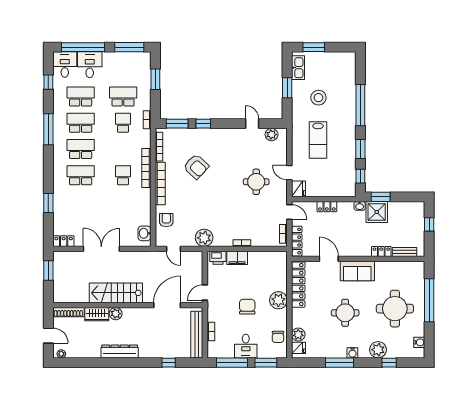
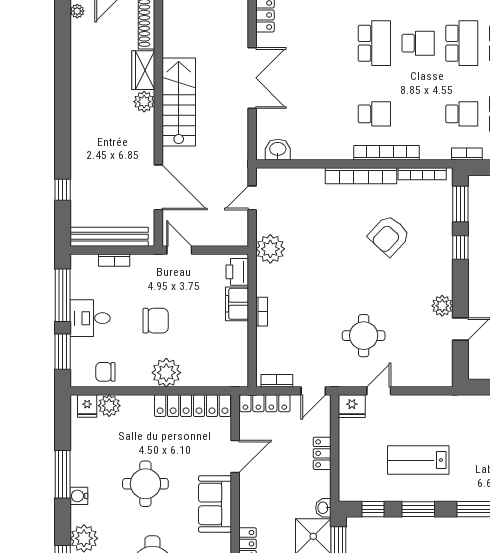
plant: (272, 135) -> (442, 306), moved
lab bench: (318, 140) -> (418, 460), moved
school desk: (81, 149) -> (418, 43), width x0.54
armchair: (166, 220) -> (300, 186), removed
dresser: (120, 351) -> (81, 108), removed

